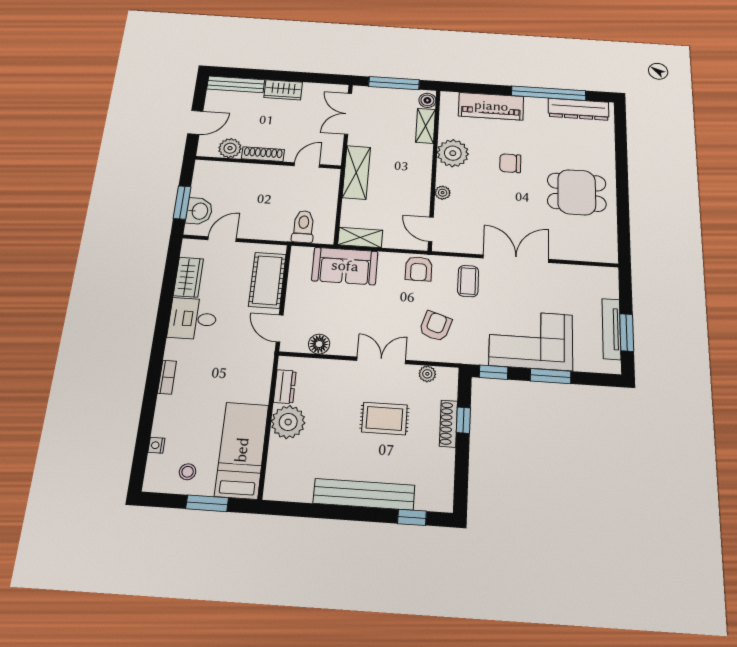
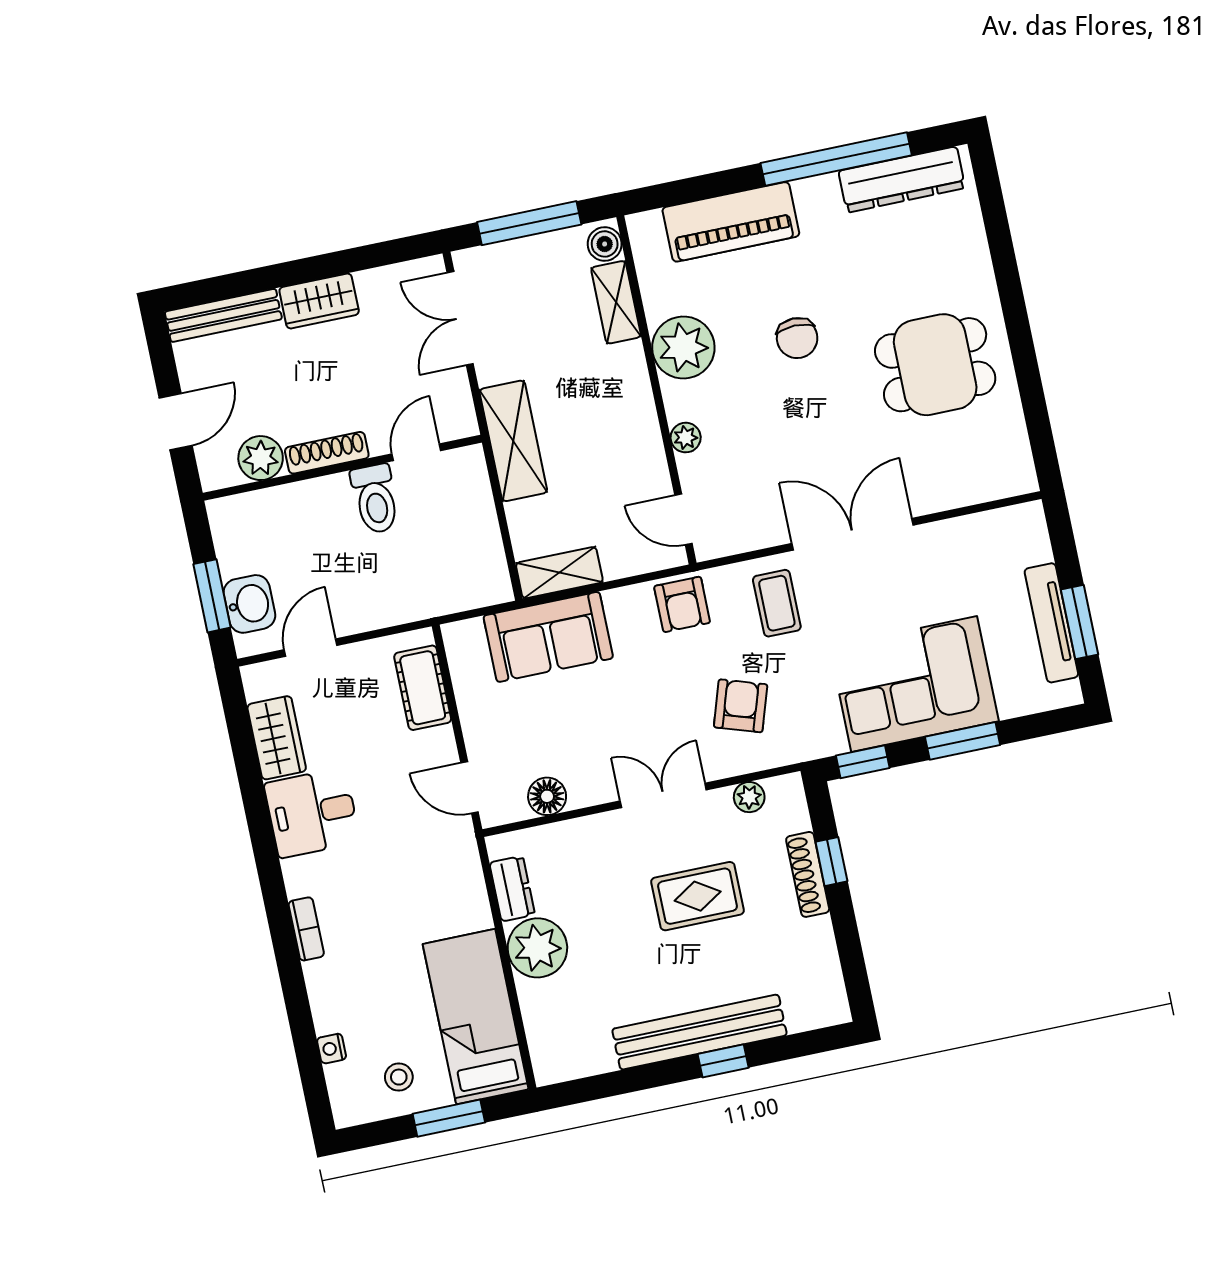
chair: (510, 163) -> (797, 338), turned -90
toilet: (303, 227) -> (375, 499), moved, turned 180
cot: (267, 280) -> (423, 688), width x0.73, depth x0.75
window: (412, 517) -> (723, 1061), moved

